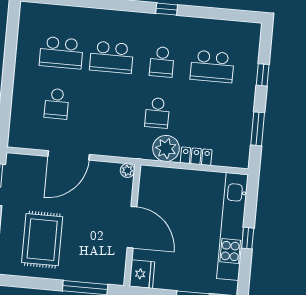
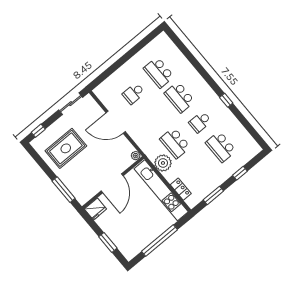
school desk: (157, 113) -> (175, 143), width x1.85
locker: (196, 156) -> (181, 189), moved
kitchen unit: (232, 227) -> (161, 190), moved, turned -90
window: (248, 238) -> (159, 240), width x3.17

